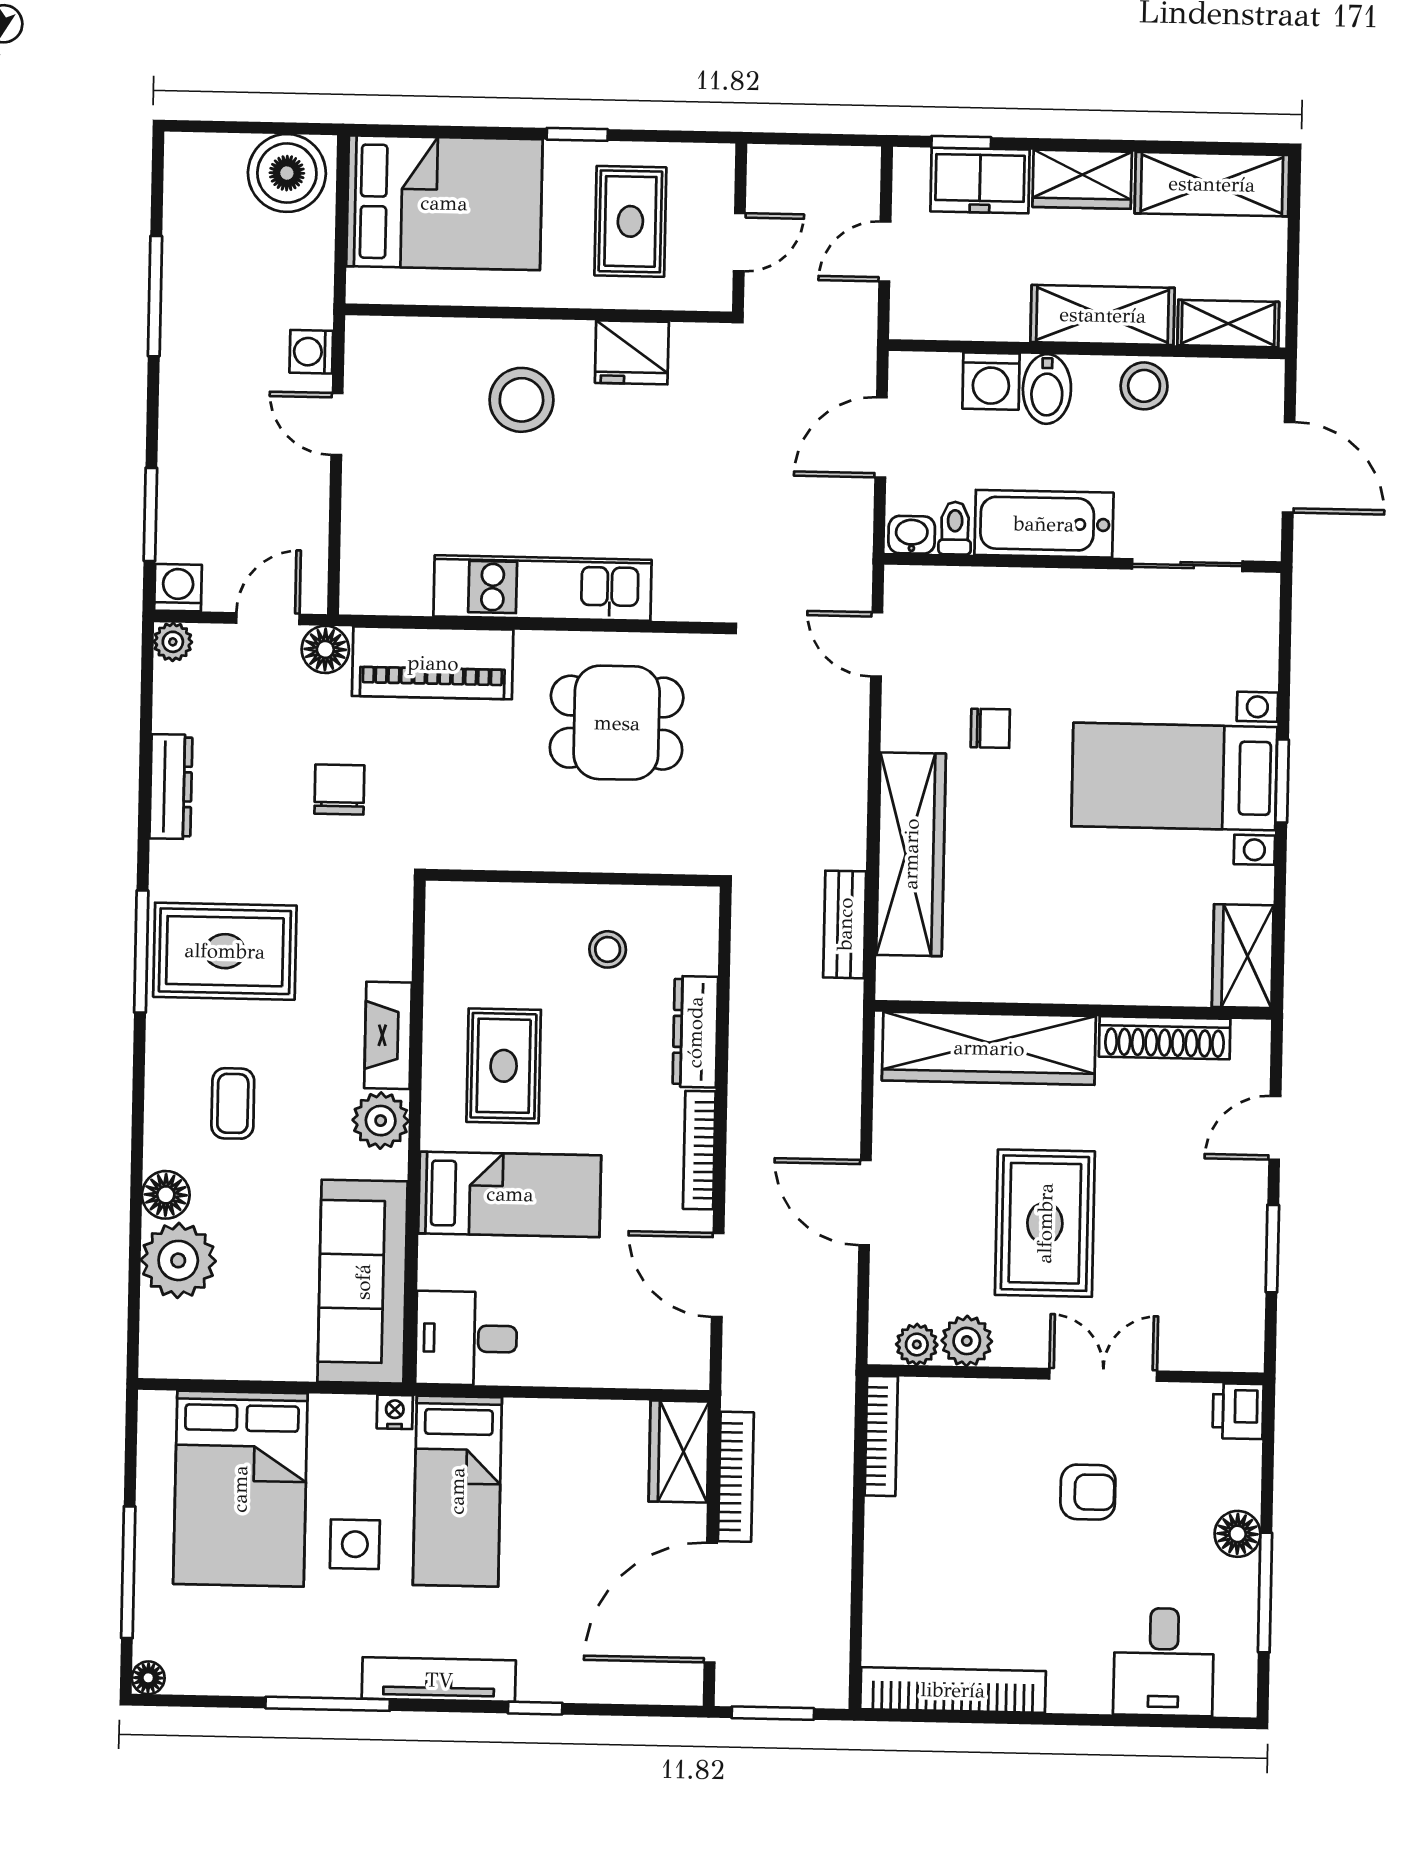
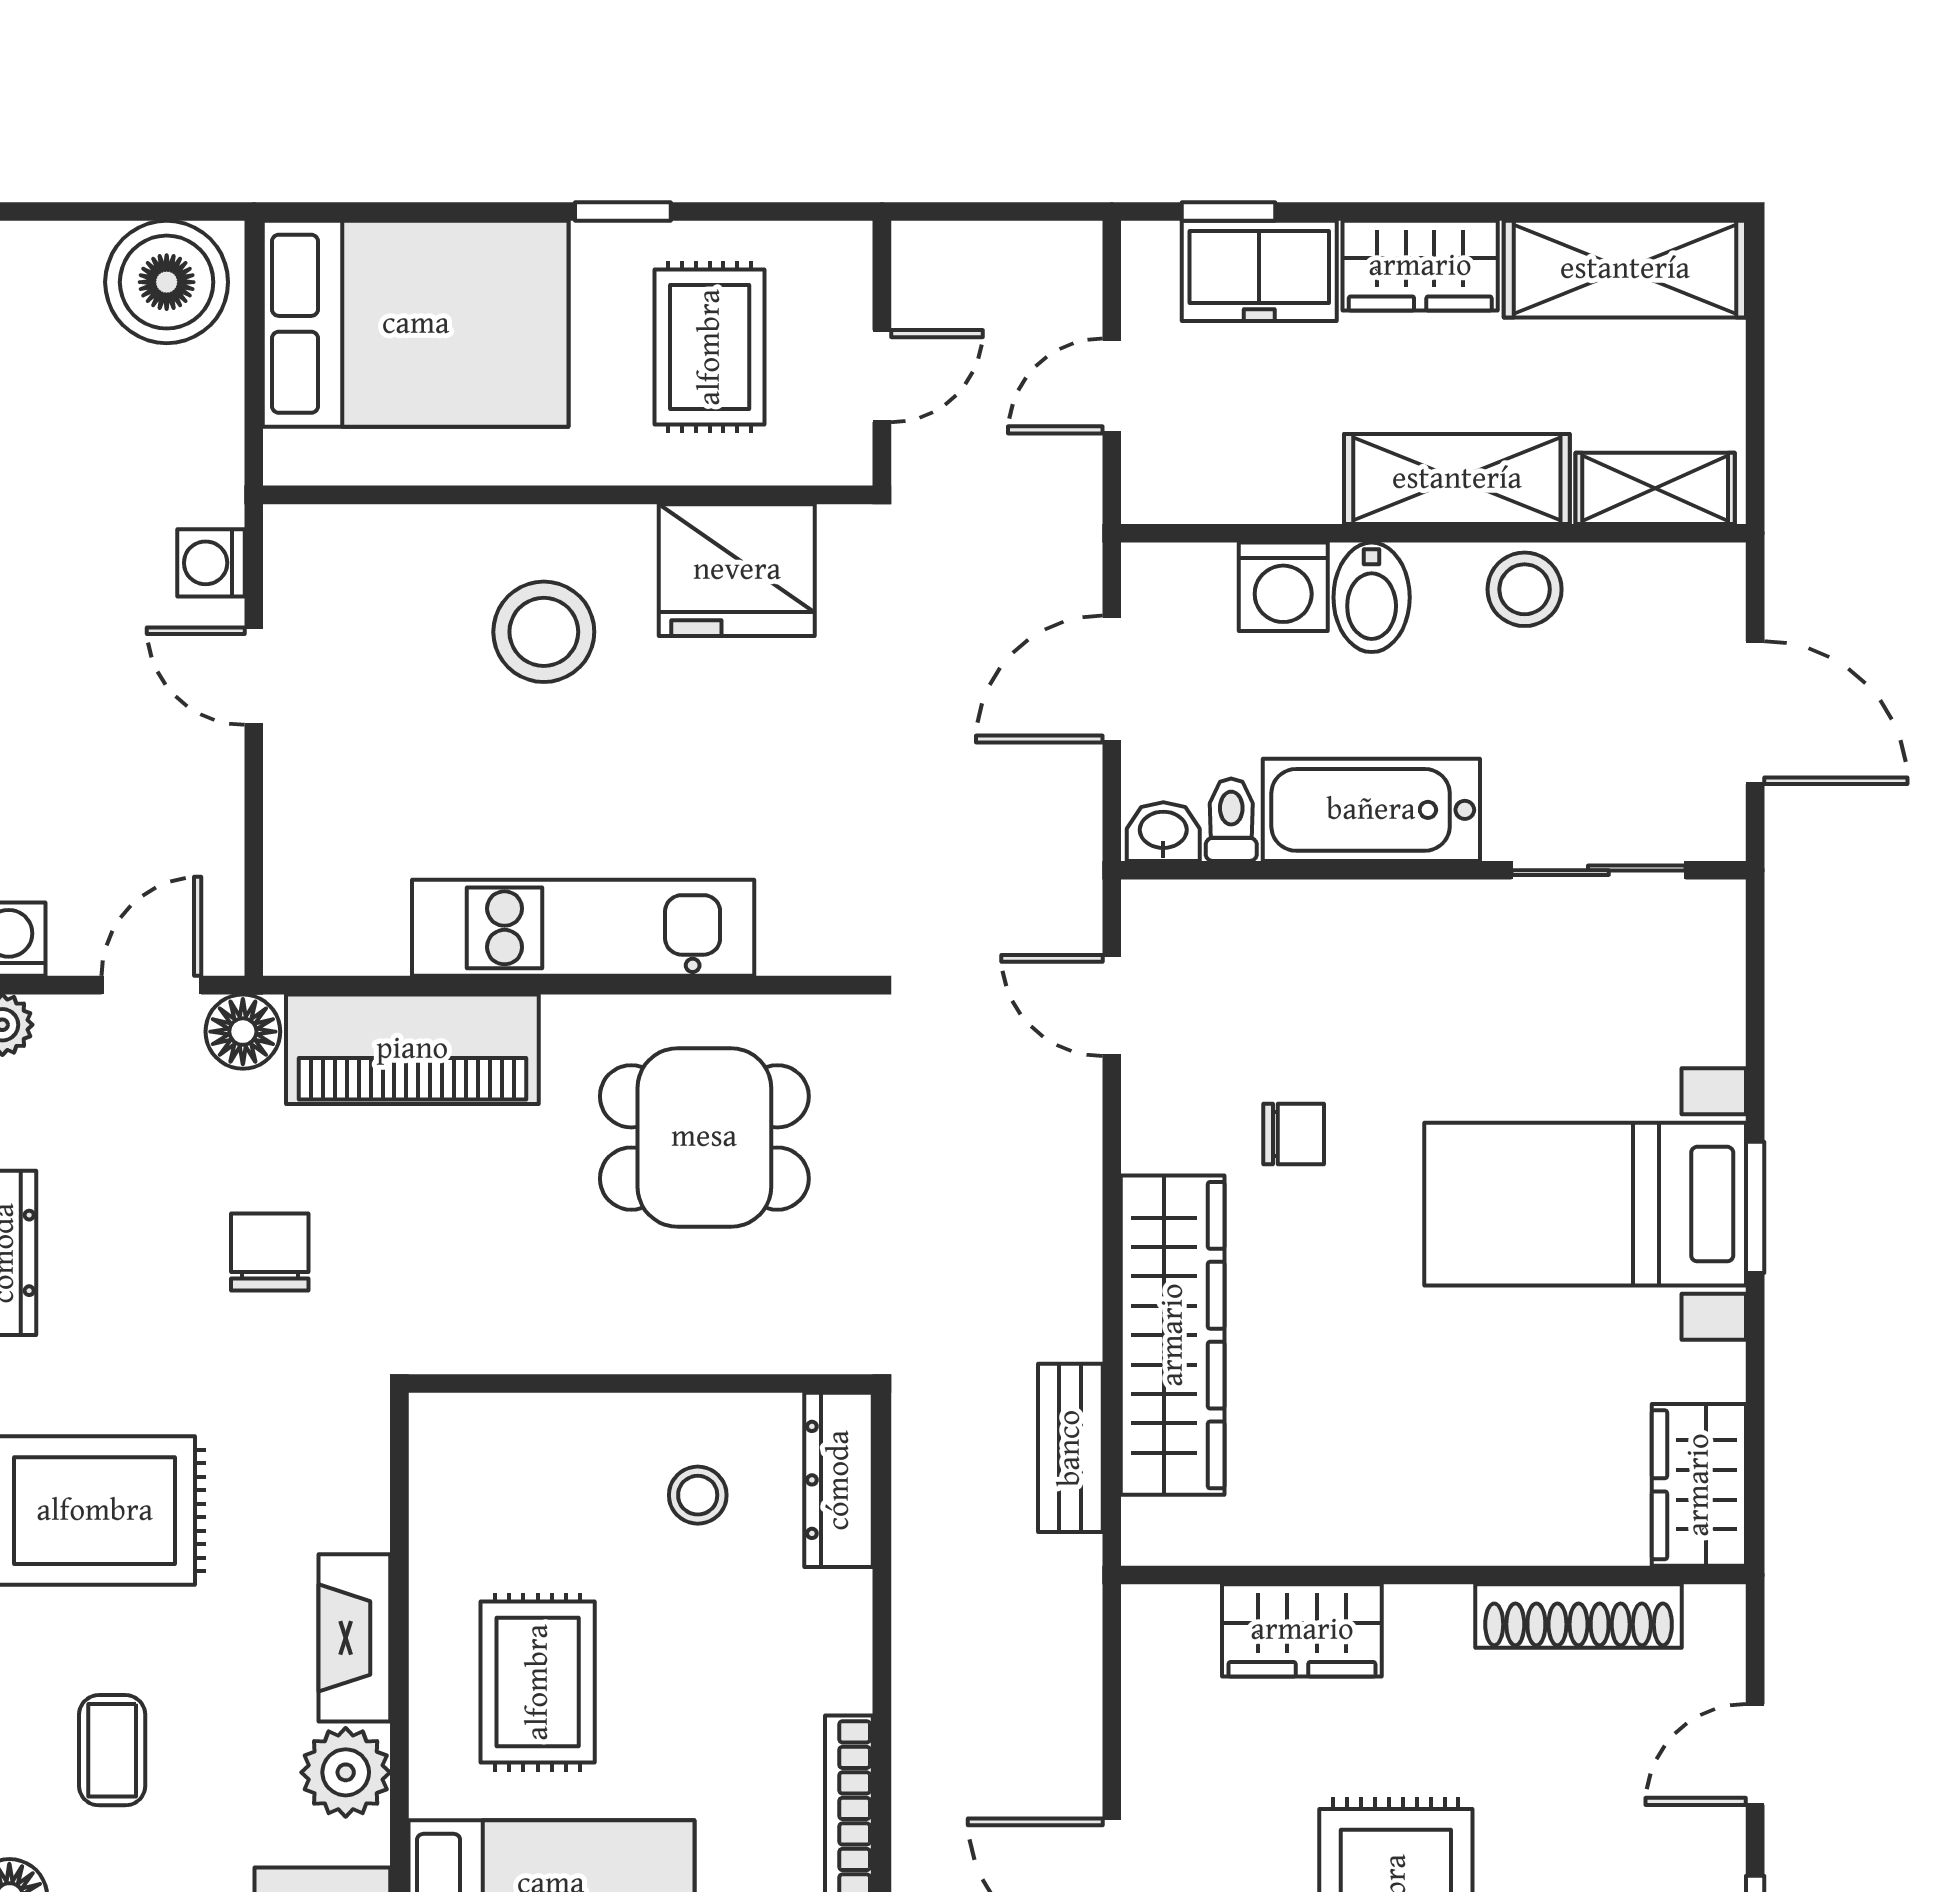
fridge: (632, 352) -> (737, 570), width x1.36, depth x1.34
dresser: (695, 1032) -> (839, 1480), moved
wardrobe: (989, 1048) -> (1302, 1630), width x0.48, depth x0.85

